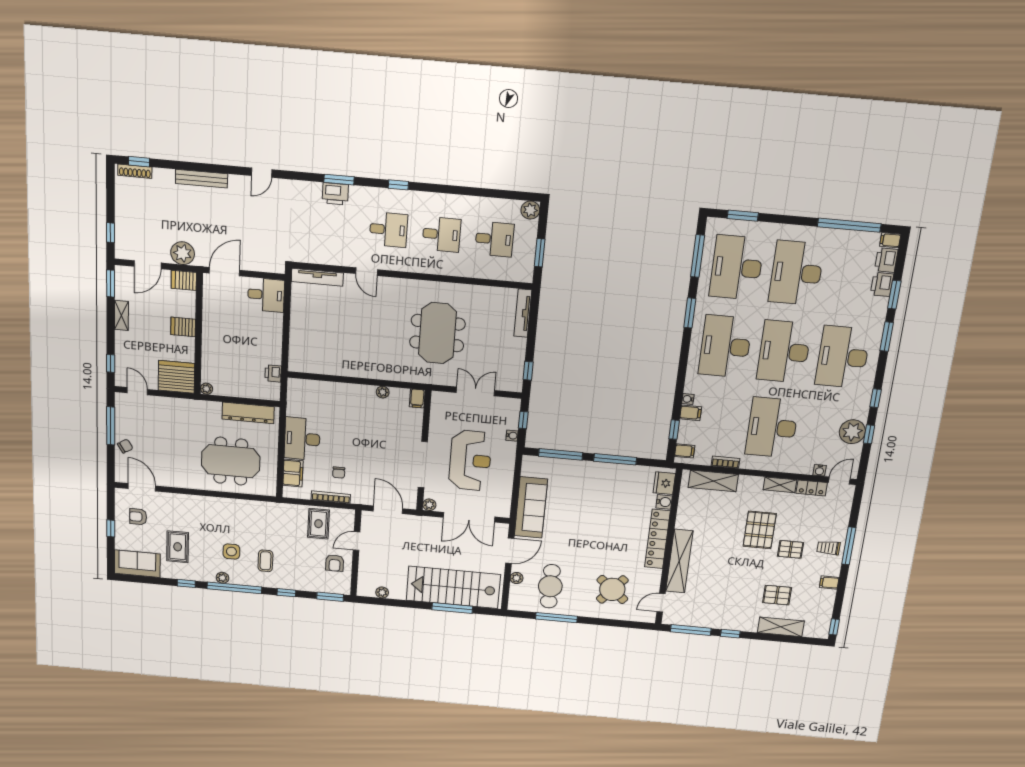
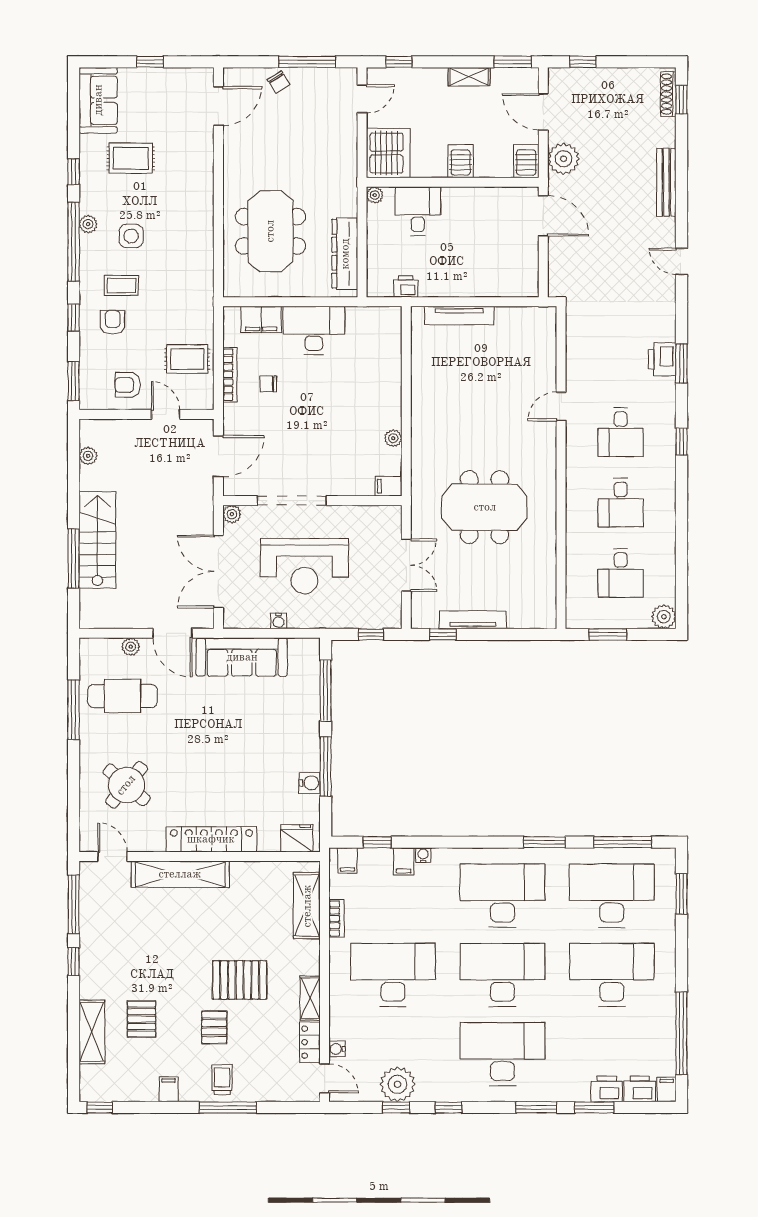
tv unit: (317, 277) -> (459, 316), moved, turned -90
desk: (266, 295) -> (418, 211), moved, turned 180
tv unit: (523, 313) -> (473, 620), moved
water cooler: (512, 436) -> (279, 621), moved
water cooler: (664, 502) -> (310, 783), moved, turned -90
armchair: (138, 517) -> (113, 322), moved
stairs: (453, 587) -> (97, 540), width x0.73, depth x0.66

